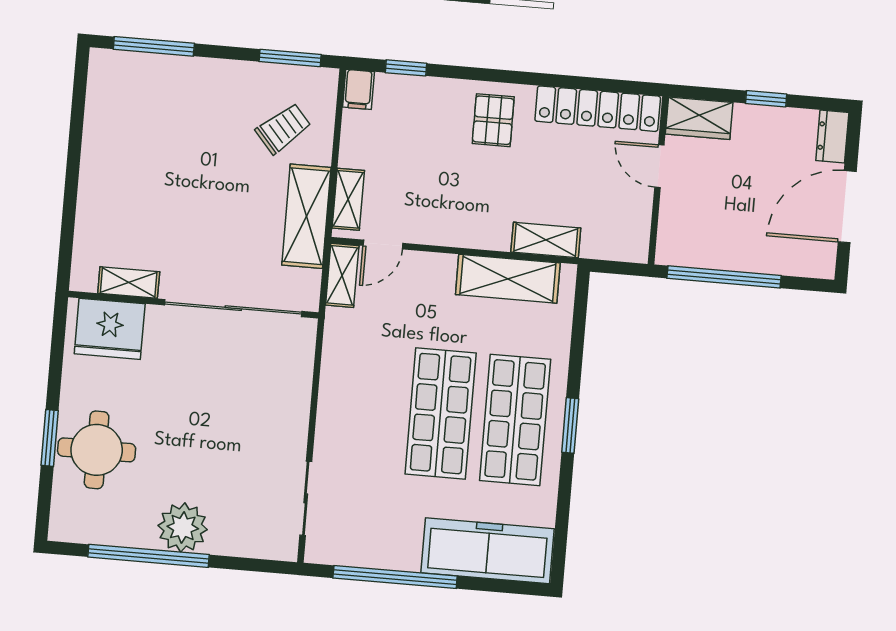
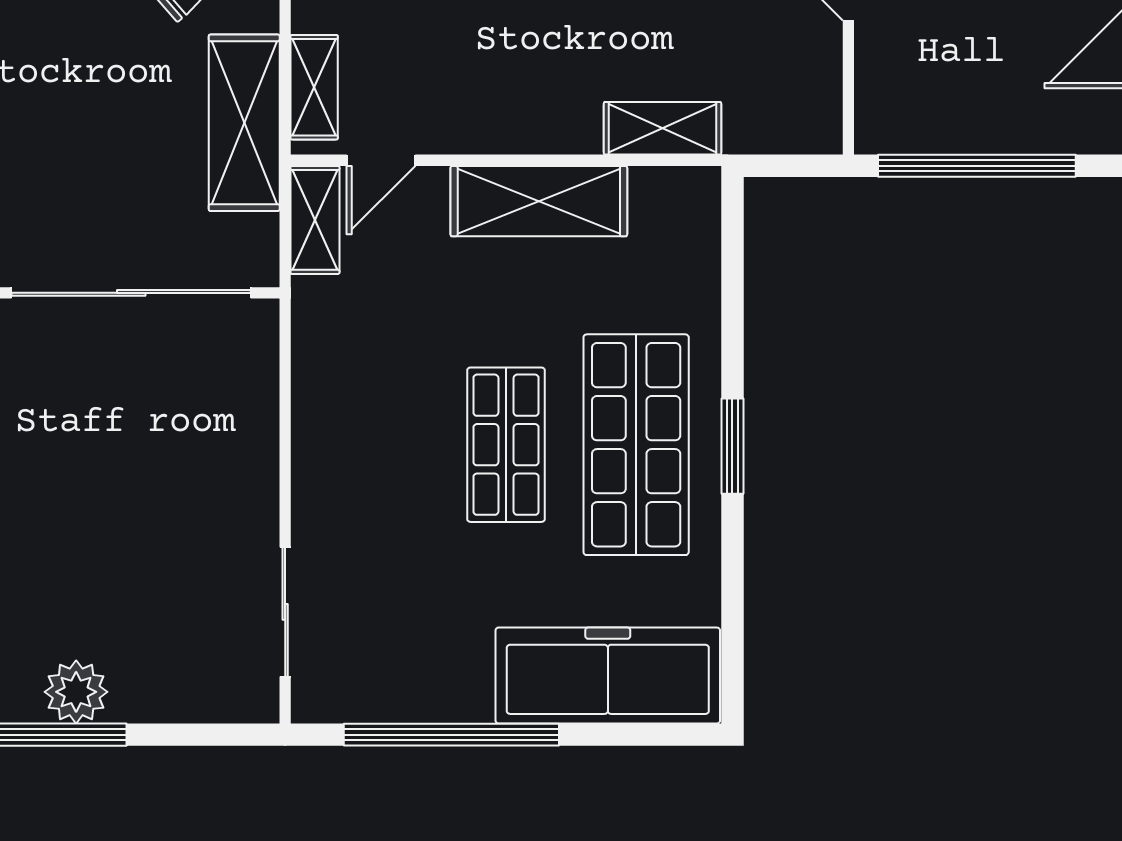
shelving: (508, 279) -> (539, 201), moved
shop shelf: (441, 414) -> (506, 445), width x0.70, depth x0.74
plant: (183, 527) -> (76, 692), width x0.73, depth x0.73

